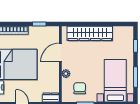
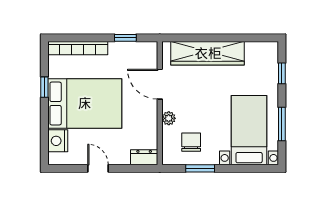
door: (60, 52) -> (160, 84), hinge flipped

